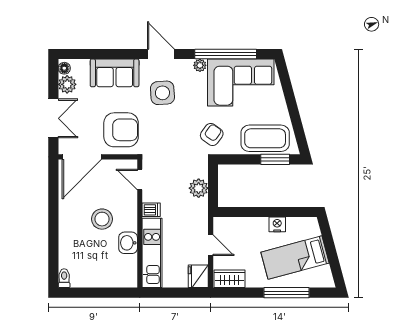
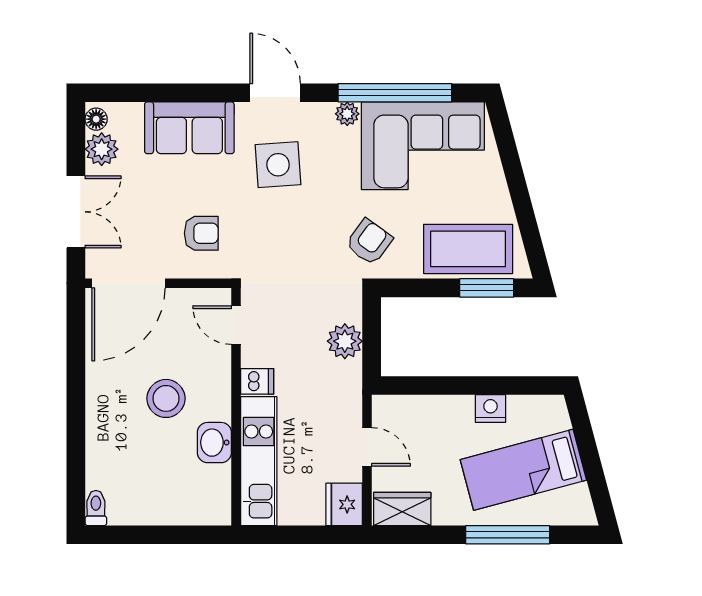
armchair: (121, 130) -> (201, 233), width x0.53, depth x0.53

